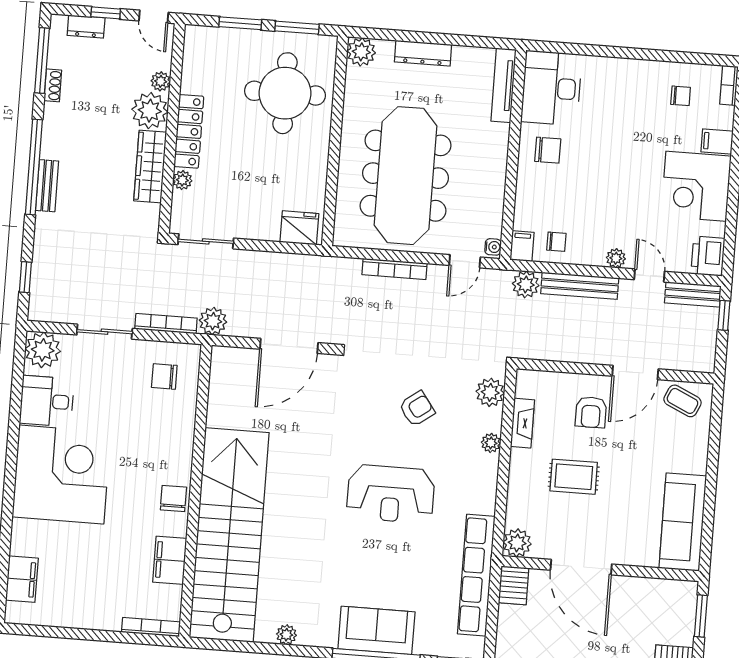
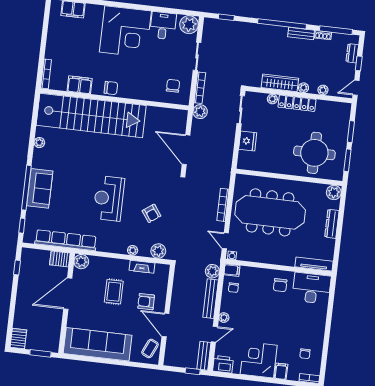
plant: (150, 111) -> (303, 88), width x0.53, depth x0.53
bench: (47, 186) -> (301, 34), moved
fridge: (299, 228) -> (248, 141), moved
sofa: (683, 522) -> (98, 344), width x1.36, depth x1.27

